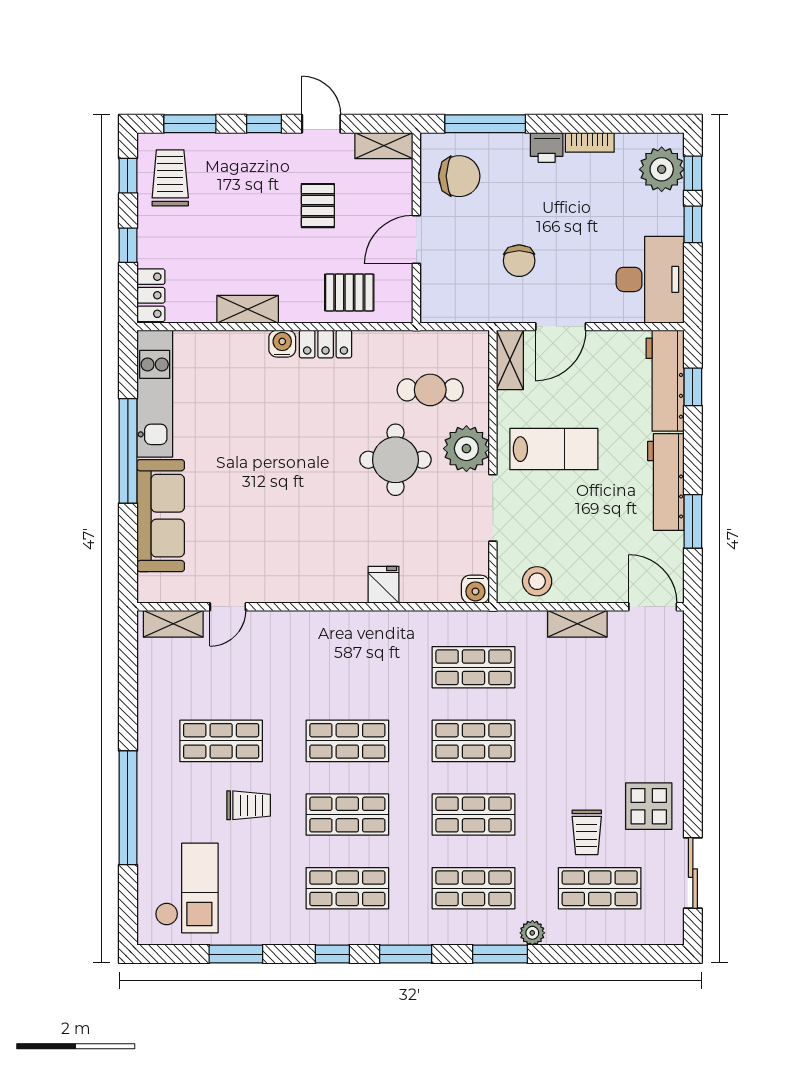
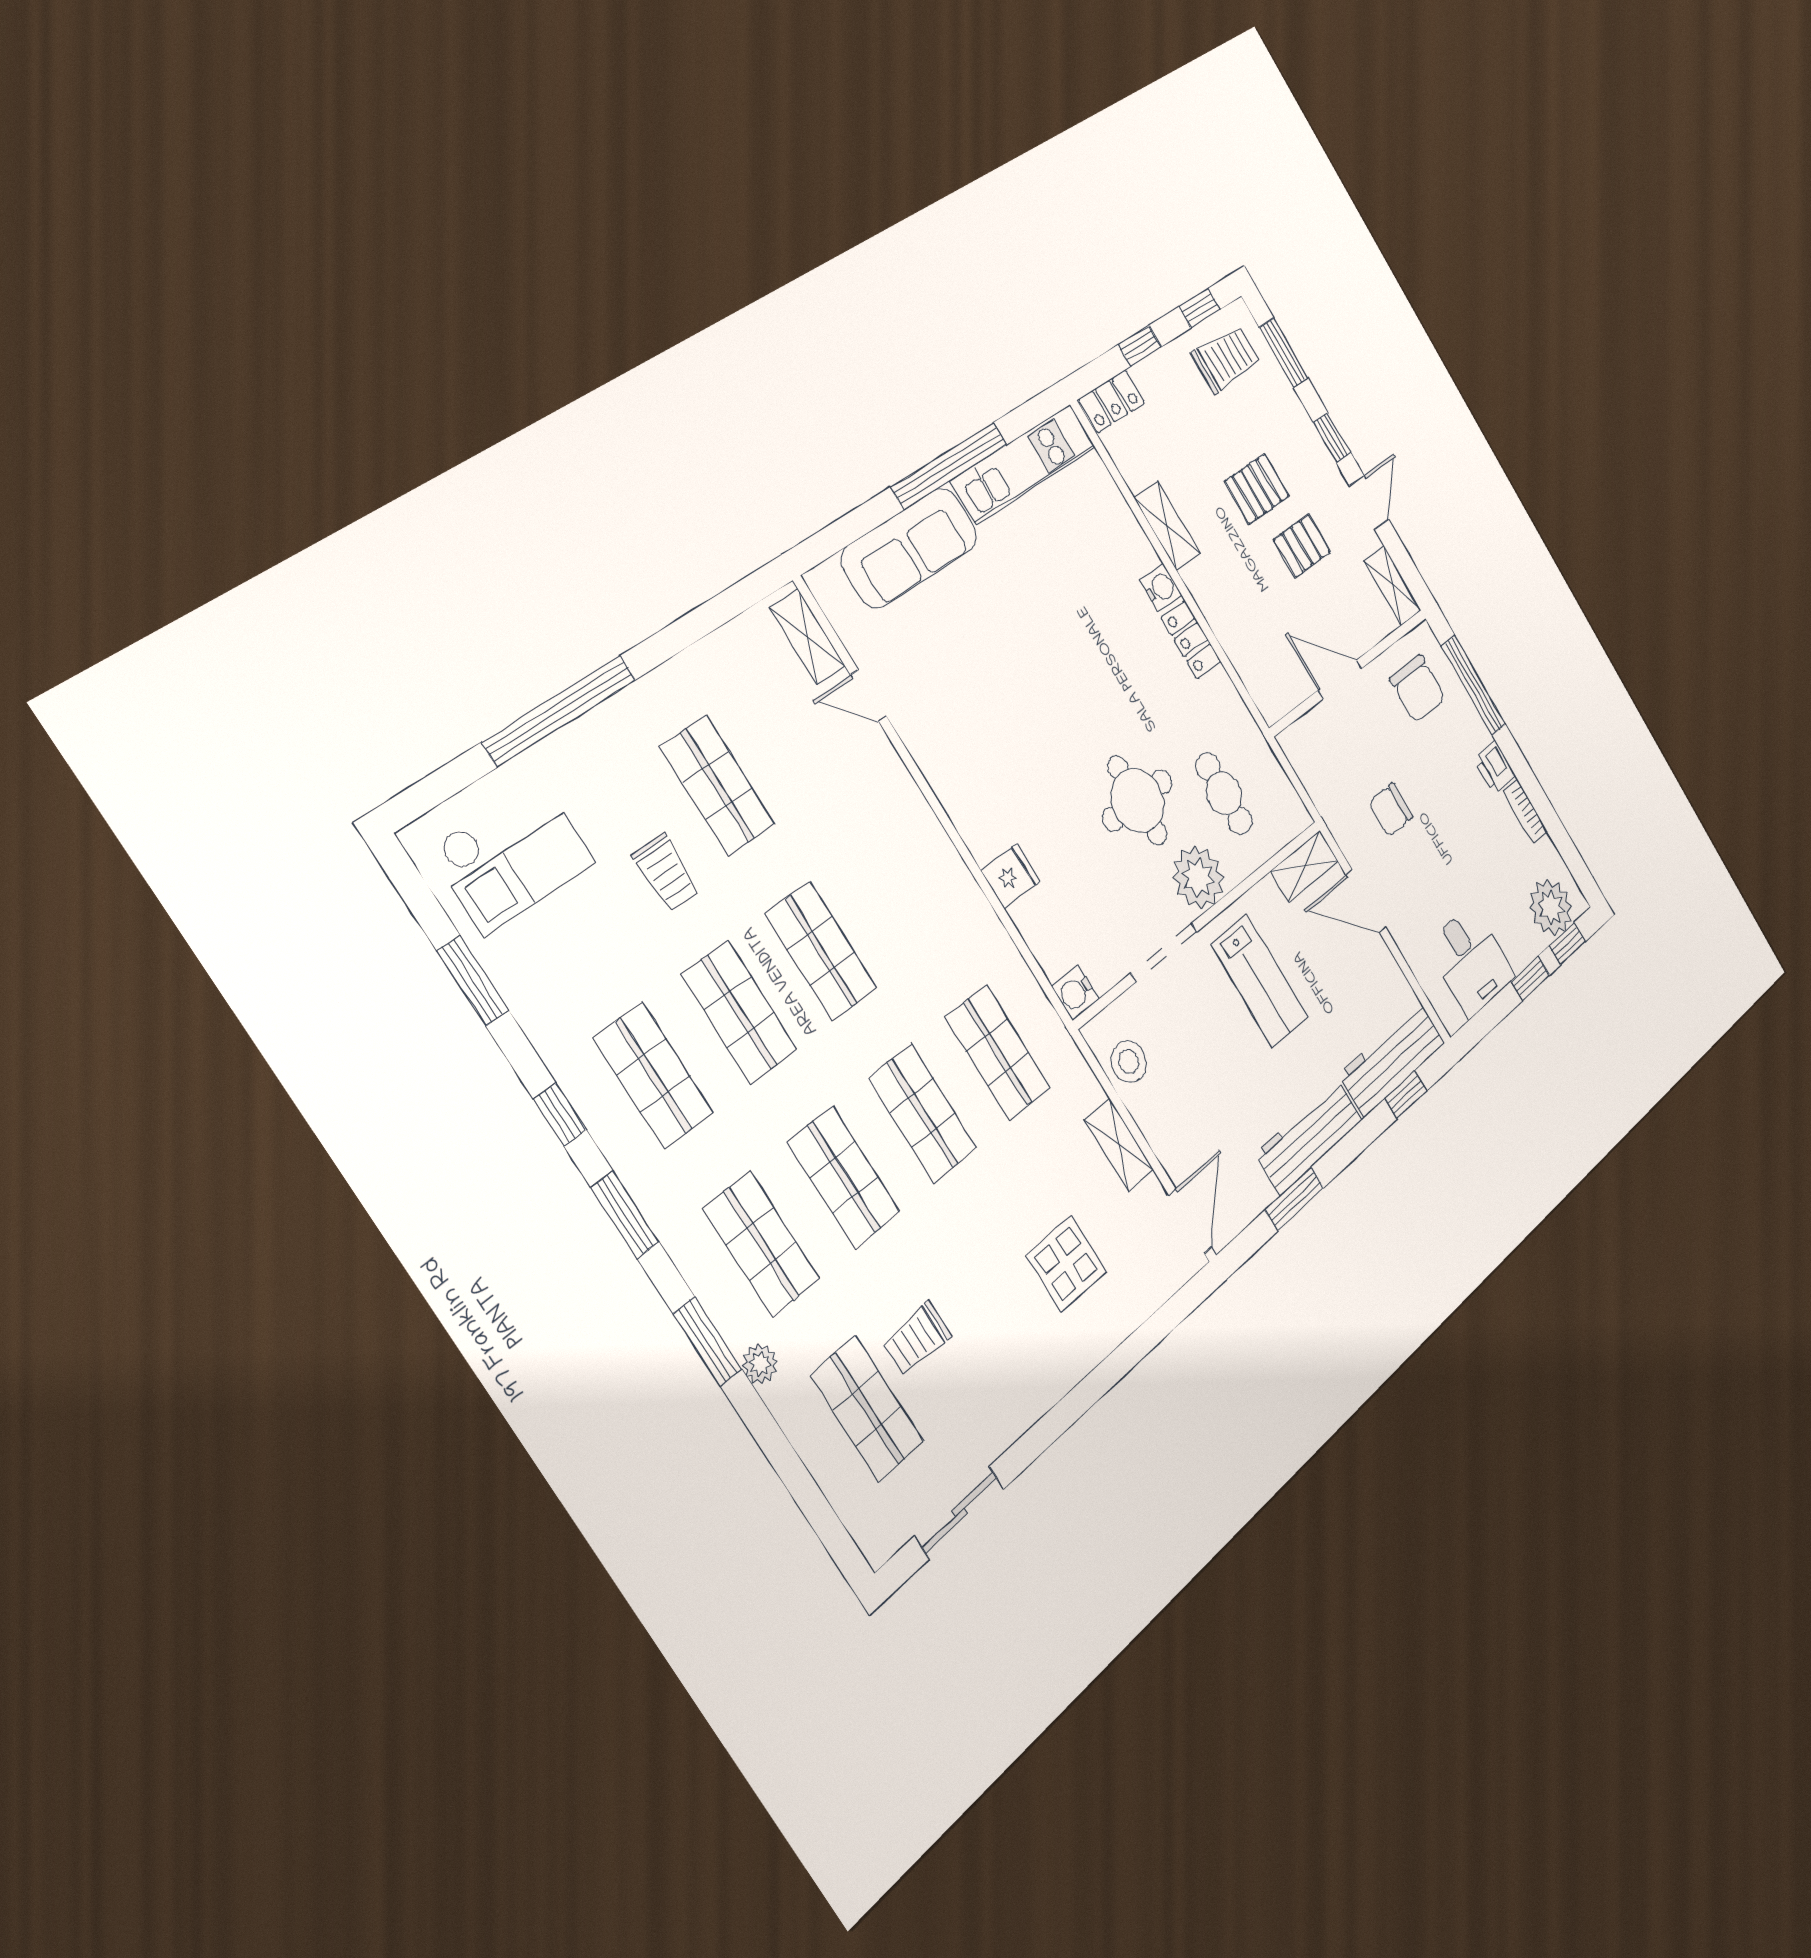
desk: (650, 279) -> (1471, 961), width x0.73
pallet: (349, 292) -> (1257, 489), moved, turned 90
display table: (649, 806) -> (1066, 1264), moved

